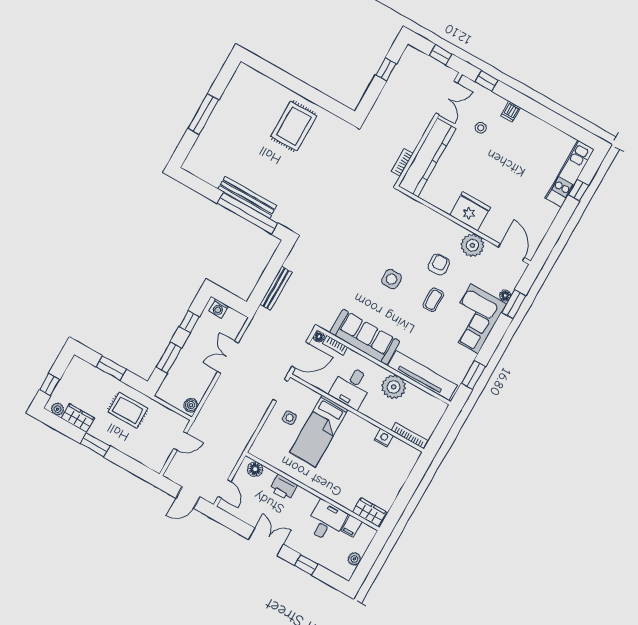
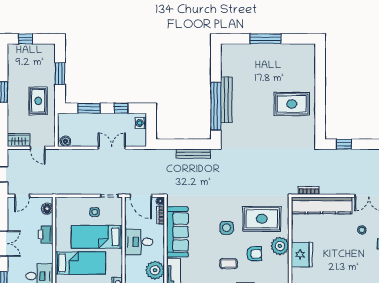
window: (386, 69) -> (344, 144), moved
rug: (404, 234) -> (262, 219), added
plant: (472, 245) -> (280, 246), moved
bench: (276, 288) -> (193, 154), moved
plant: (57, 409) -> (12, 53), removed
wardrobe: (78, 418) -> (19, 140), moved, turned -90
bed: (338, 466) -> (80, 263), added

